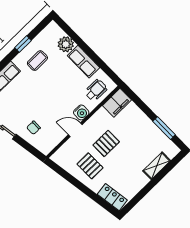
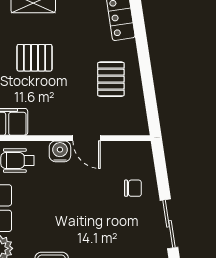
pallet: (106, 143) -> (35, 58), moved

